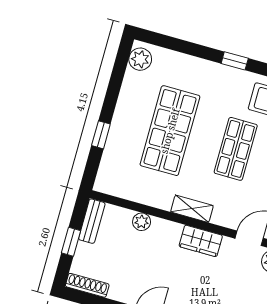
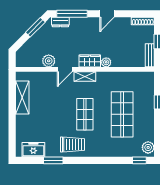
window: (235, 61) -> (139, 160), moved
shelving: (192, 209) -> (85, 77), moved
plant: (142, 222) -> (106, 62), moved

